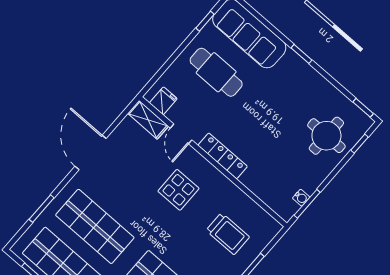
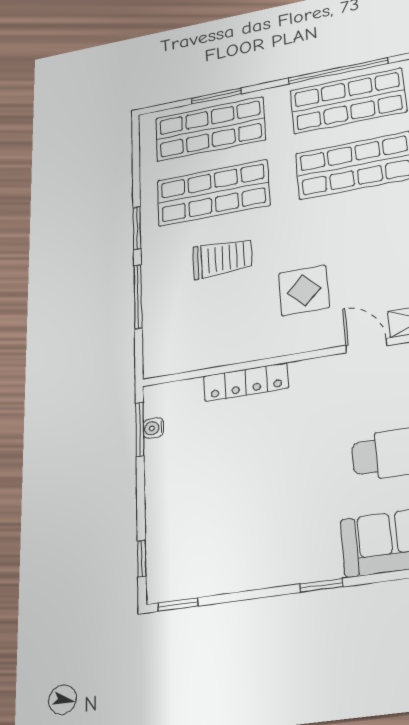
round table: (326, 136) -> (191, 525), removed
locker: (223, 156) -> (246, 382), moved
trolley: (228, 234) -> (222, 258), moved, turned 180

